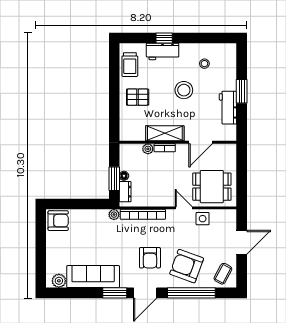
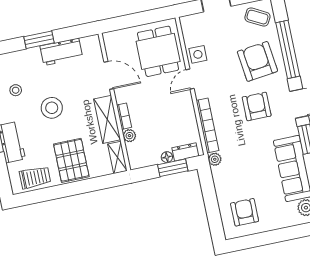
pallet: (138, 97) -> (71, 160), width x1.50, depth x1.42
shelving: (132, 135) -> (117, 157), added
armchair: (58, 221) -> (245, 212), moved
armchair: (150, 258) -> (257, 106), turned -90
armchair: (187, 266) -> (257, 61), turned 153

